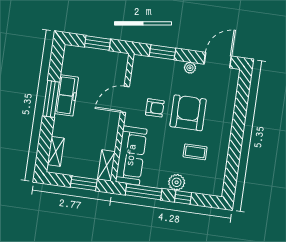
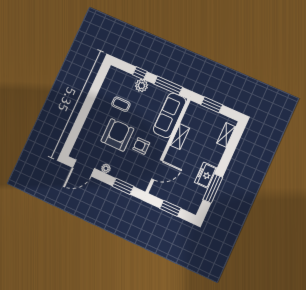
freezer: (67, 95) -> (206, 175), width x0.71
window: (51, 99) -> (213, 189), moved
door: (125, 99) -> (157, 170), moved
armchair: (188, 113) -> (117, 135), turned 180
shelving: (106, 165) -> (180, 137), moved

